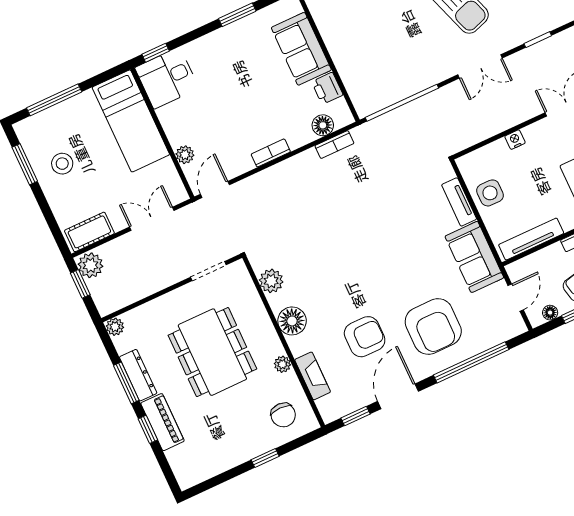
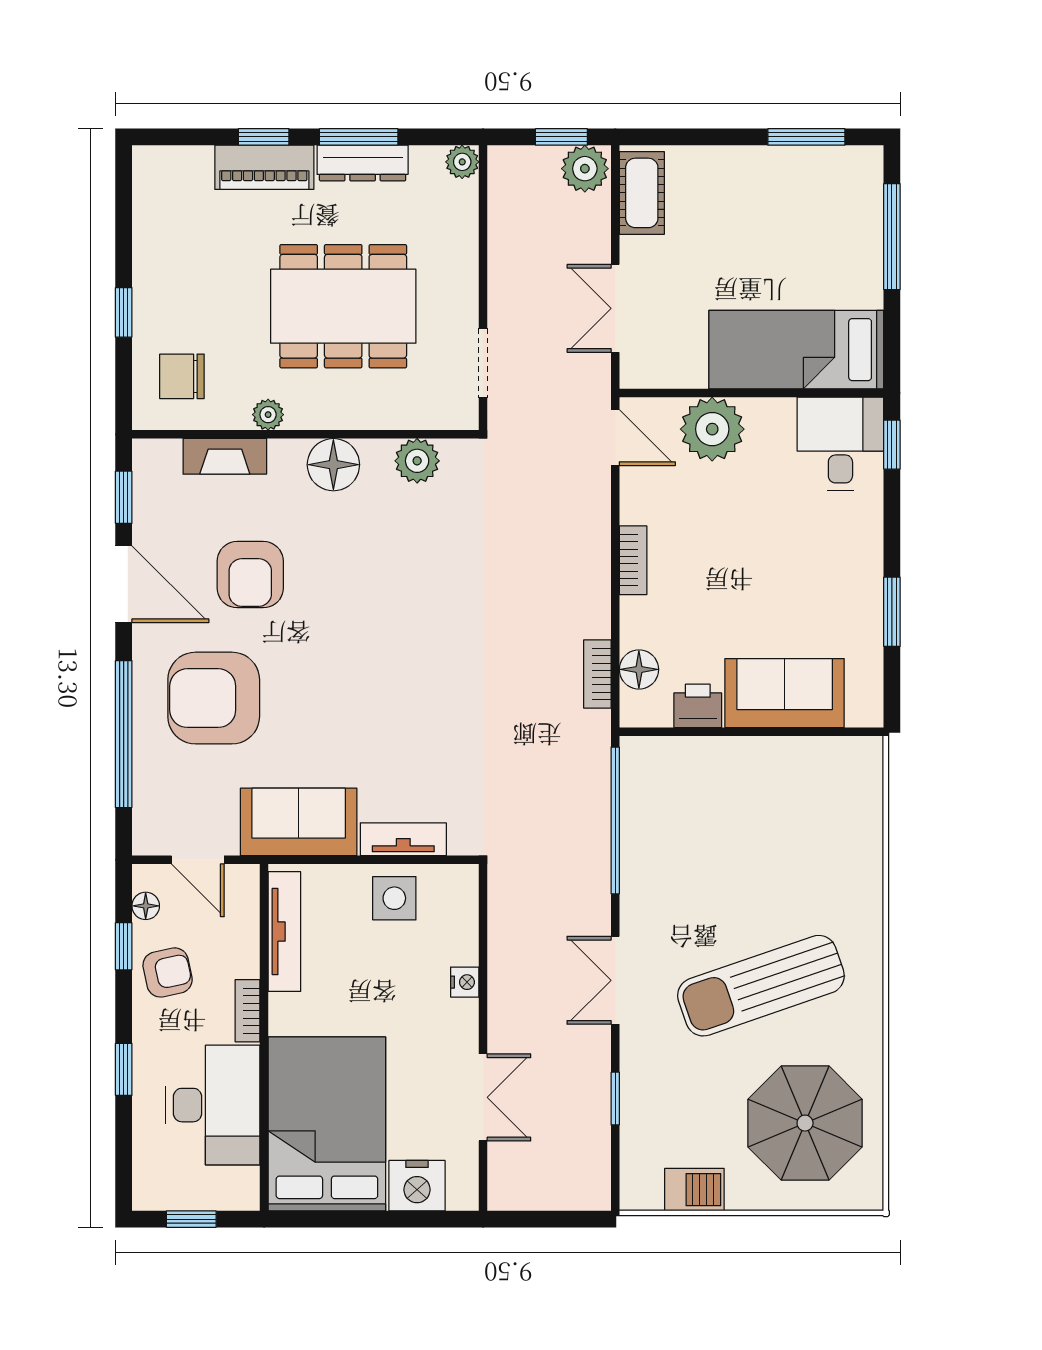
plant: (185, 155) -> (712, 429), width x1.88, depth x1.88
stool: (62, 164) -> (778, 201), removed
double door: (152, 219) -> (615, 308), swing flipped

